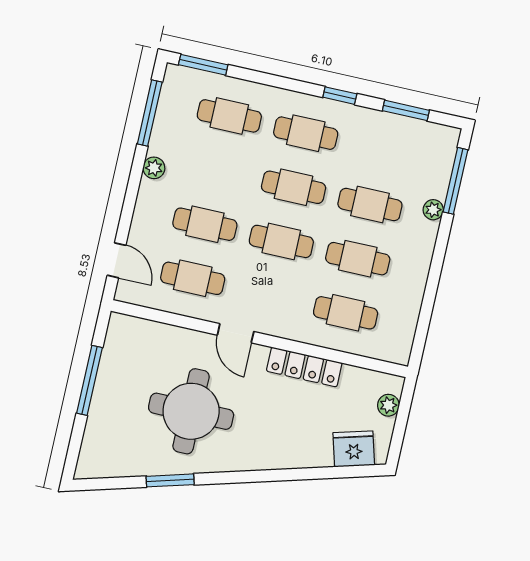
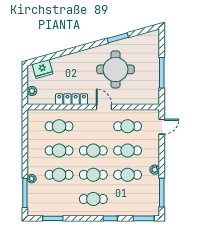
window: (340, 96) -> (110, 218), moved
cafe table: (229, 116) -> (128, 175), moved
door: (117, 260) -> (162, 127), swing flipped

